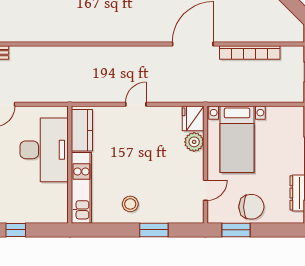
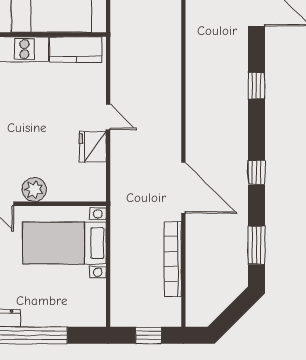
fridge: (193, 118) -> (93, 147), moved, turned -90
plant: (194, 142) -> (34, 190), moved

